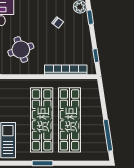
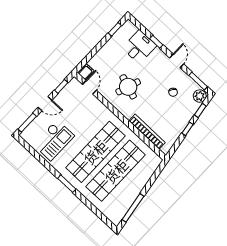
round table: (21, 50) -> (128, 87), turned 38
window: (96, 56) -> (187, 129), moved

